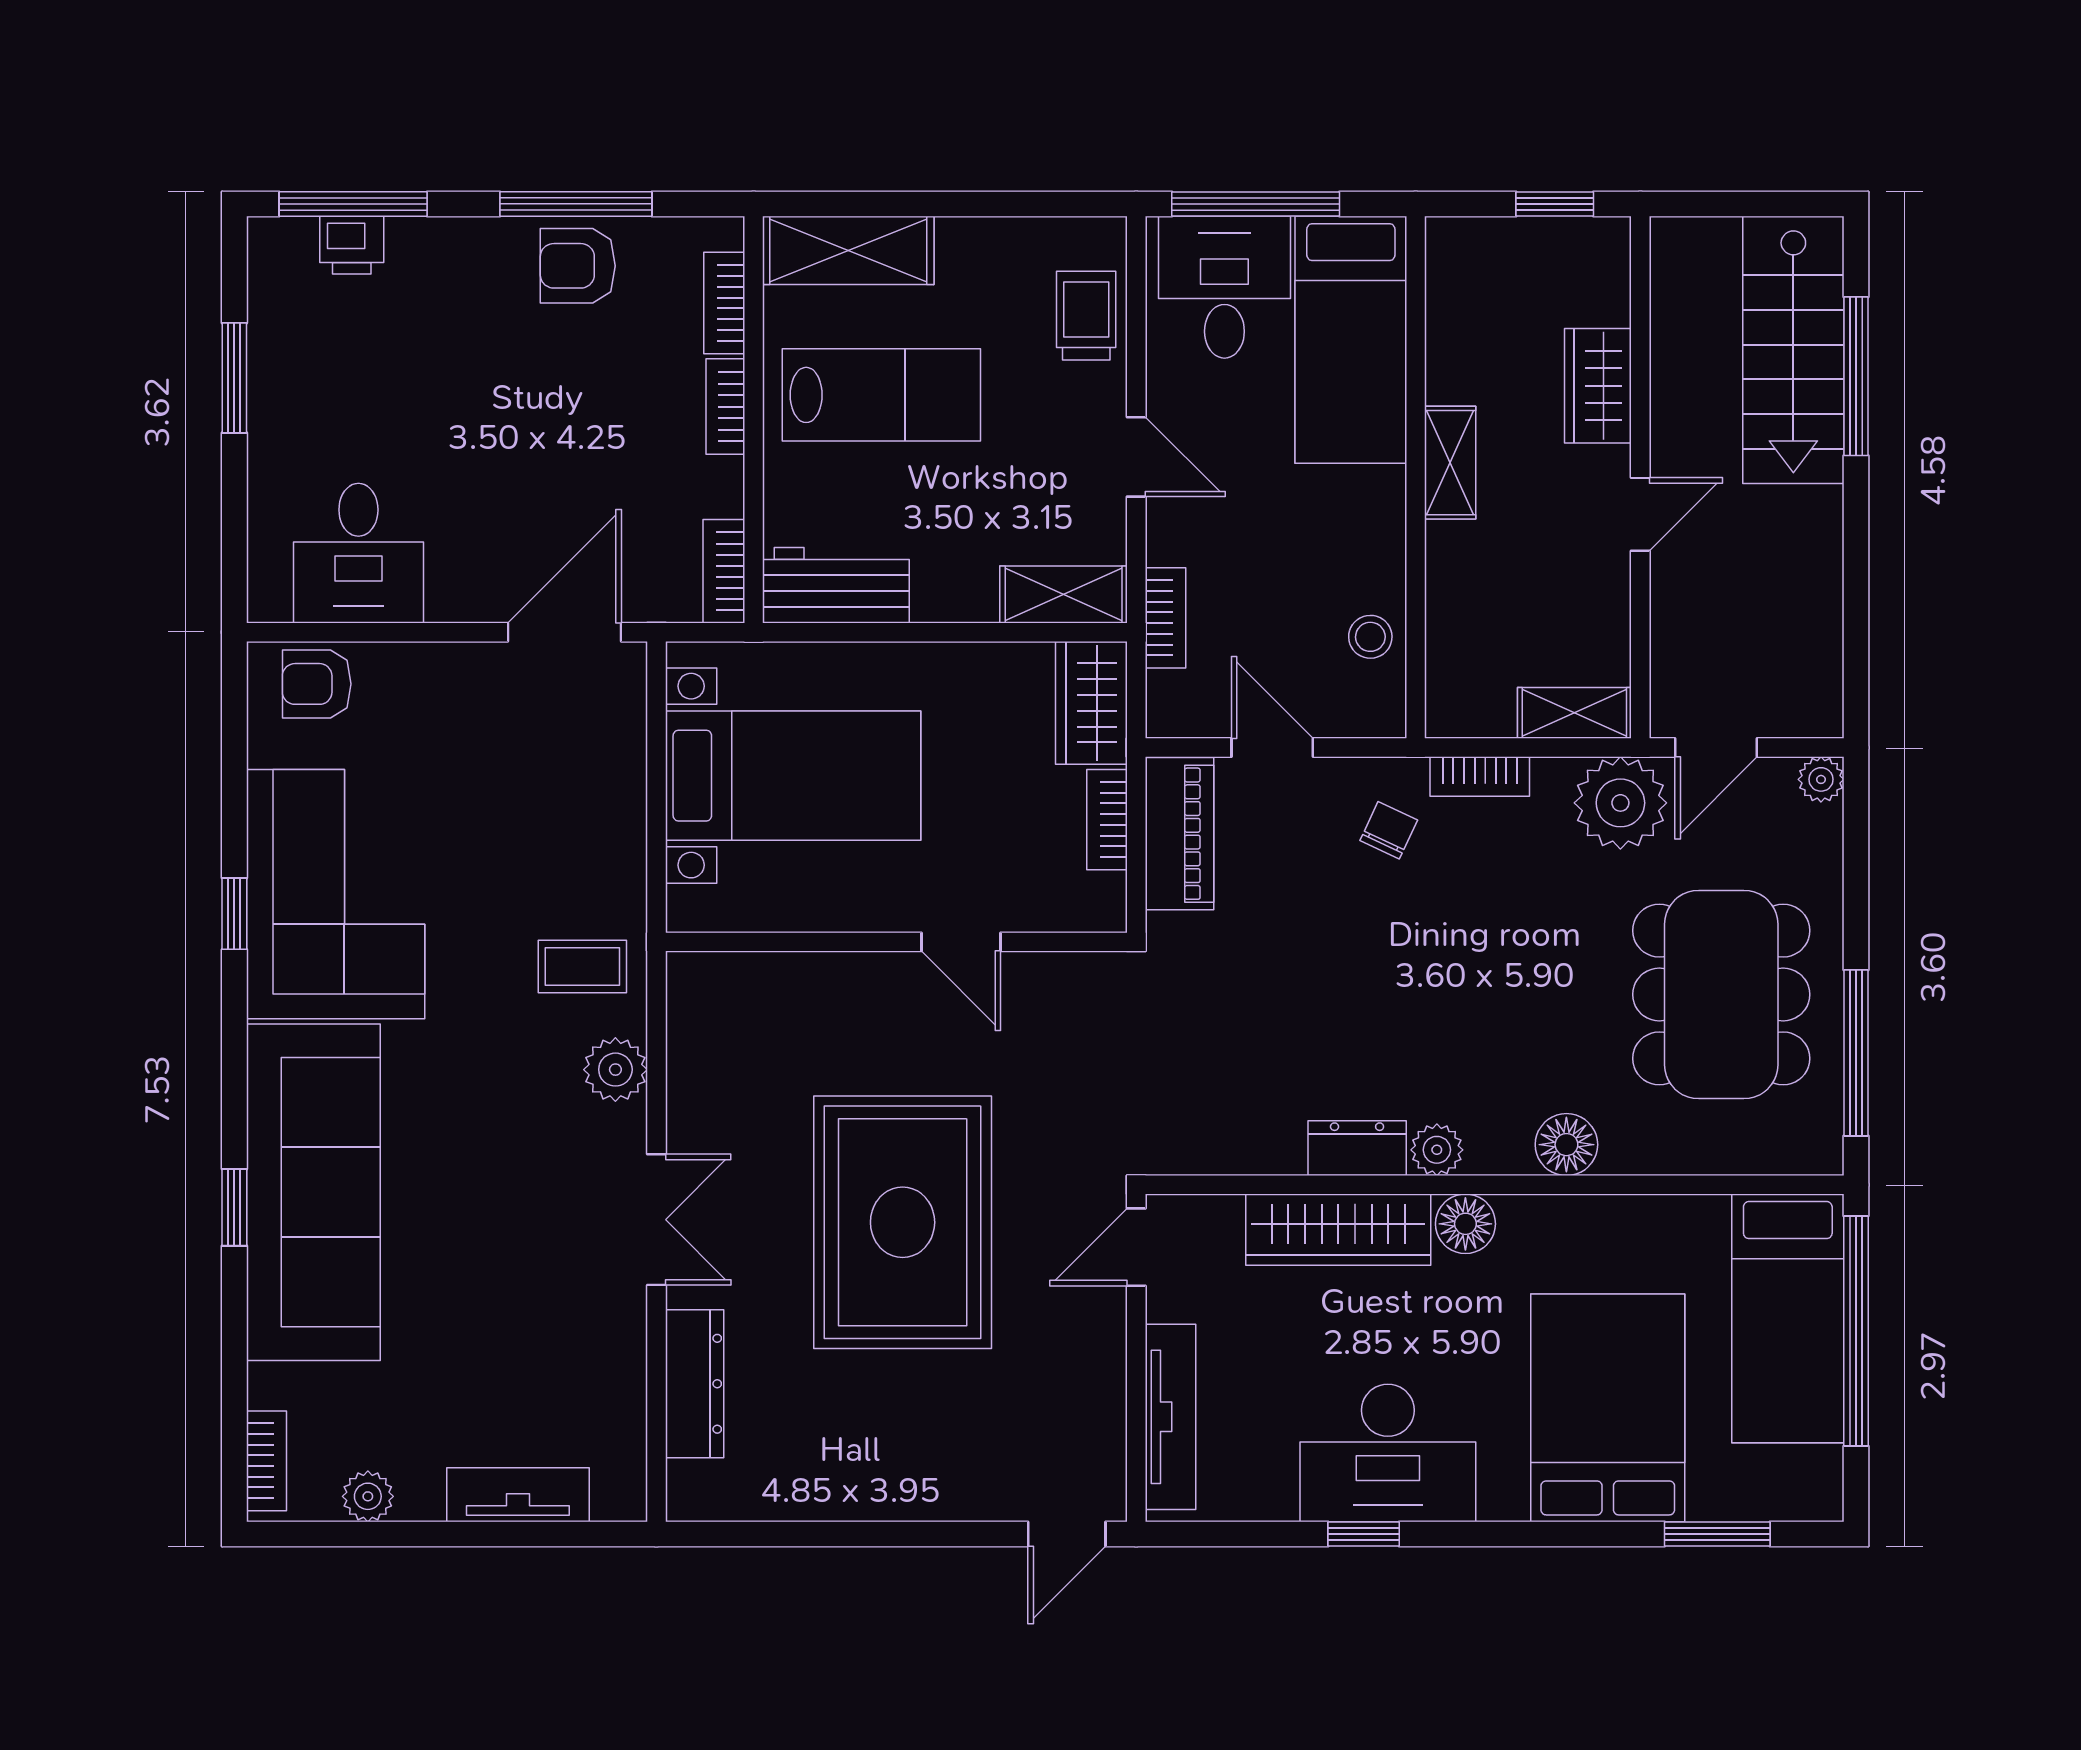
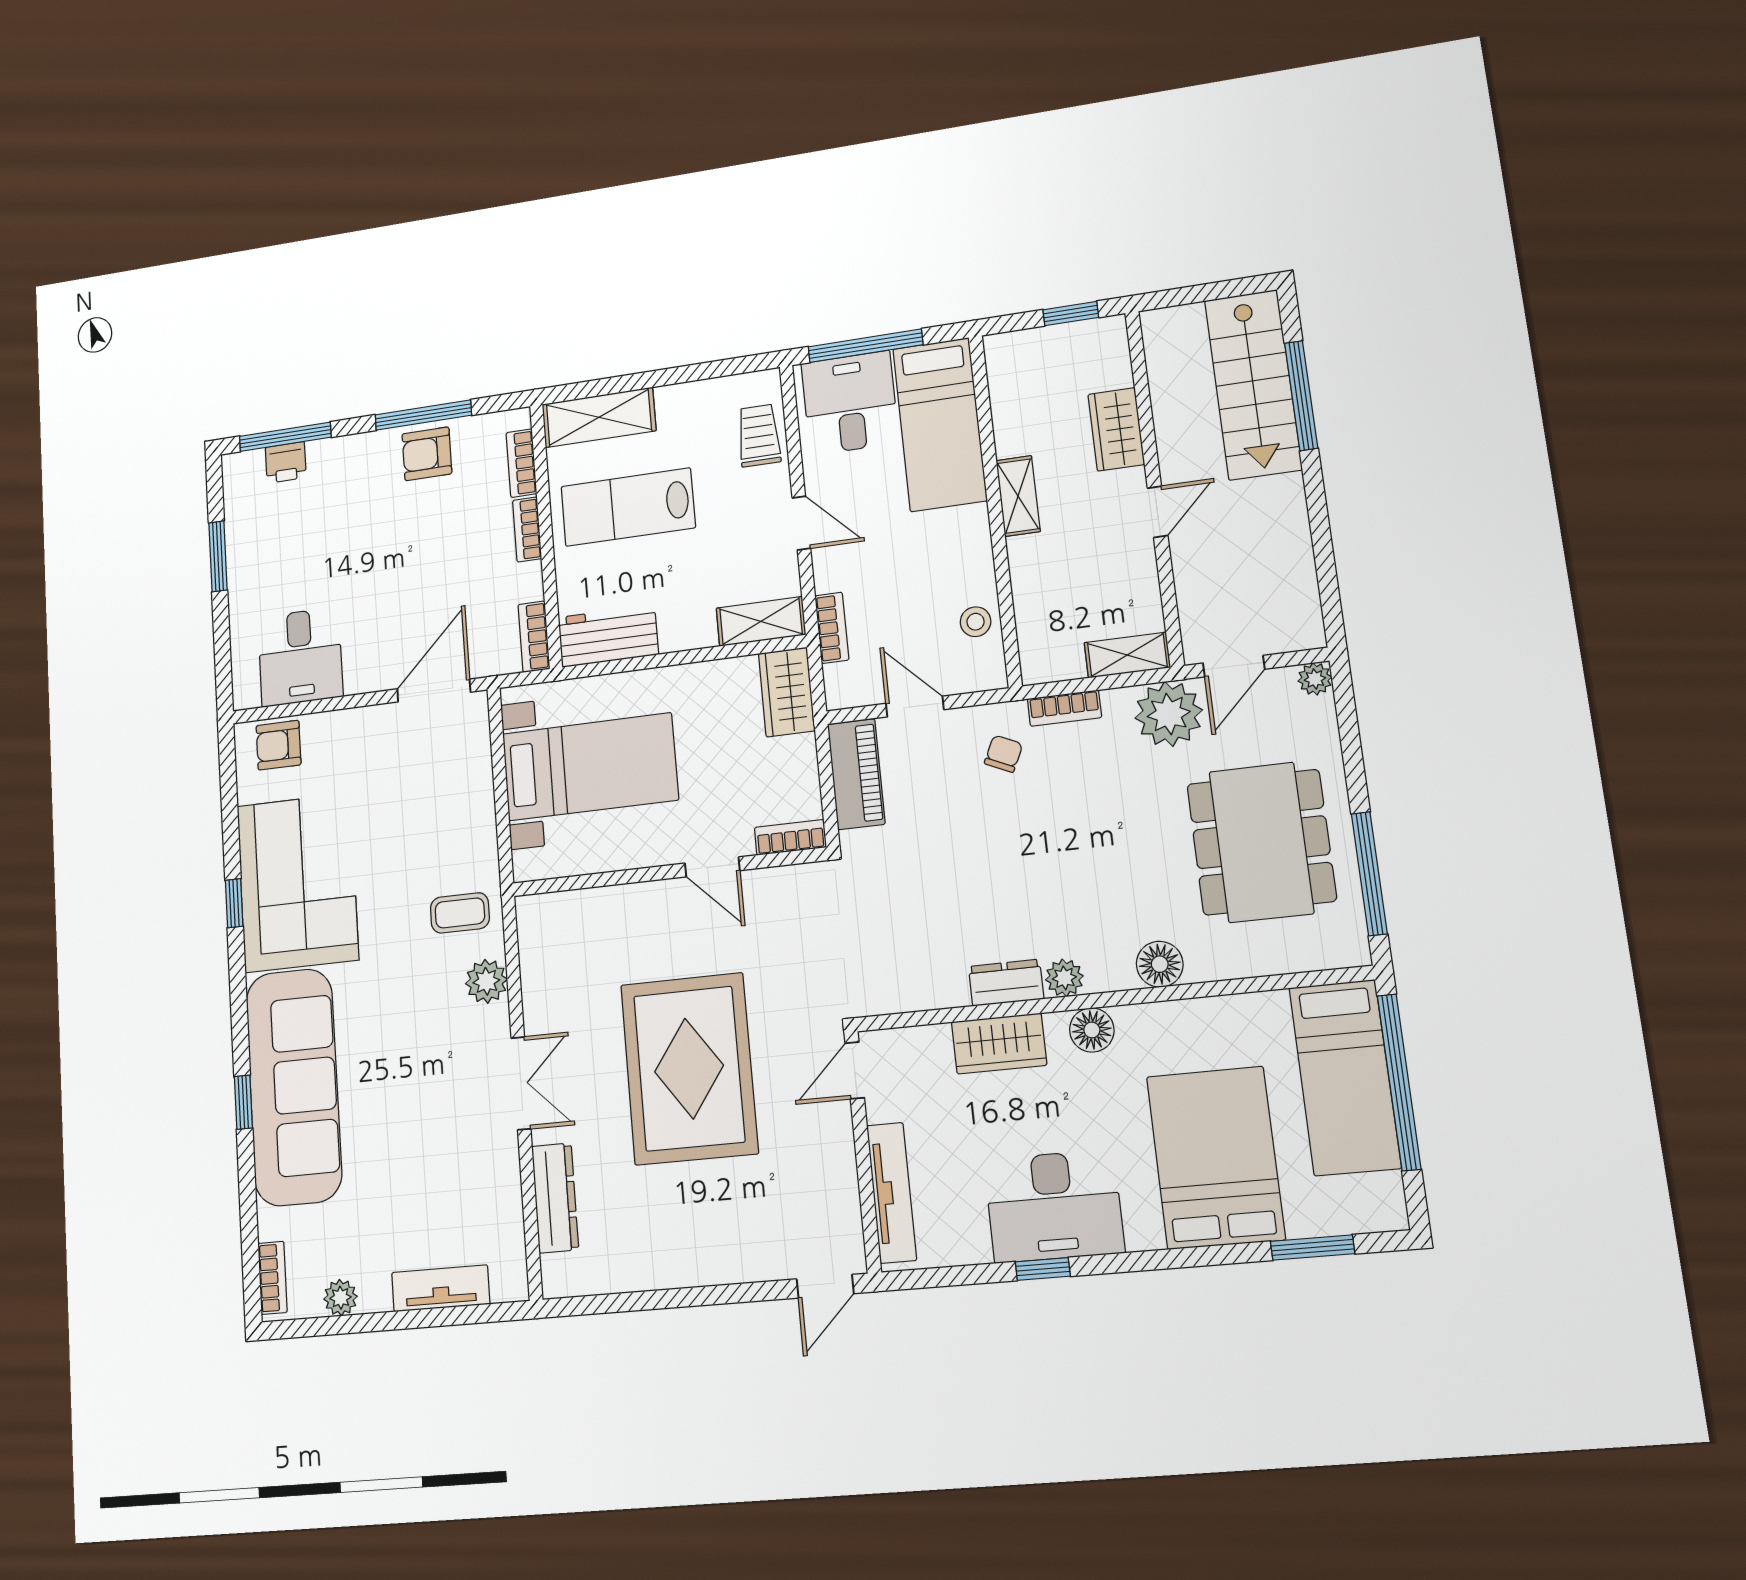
lab bench: (881, 395) -> (628, 507), turned 180
bookcase: (1107, 820) -> (790, 837), moved, turned 90
wardrobe: (1338, 1230) -> (999, 1043), width x0.67

